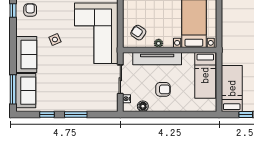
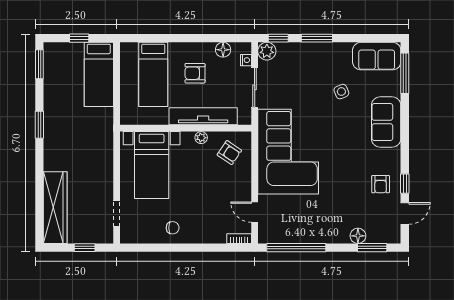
side table: (55, 39) -> (341, 92), moved
bed: (205, 75) -> (153, 74), moved, turned 180
sofa: (26, 91) -> (377, 56), moved, turned -90
plant: (112, 105) -> (267, 51), added
window: (47, 114) -> (278, 38), moved

